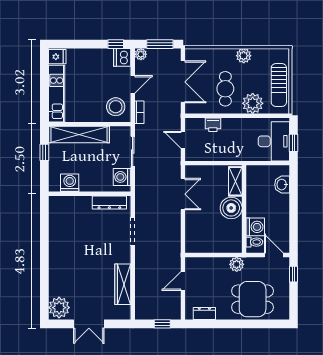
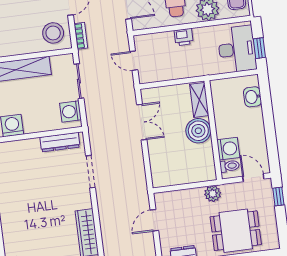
printer: (213, 125) -> (184, 37), moved

